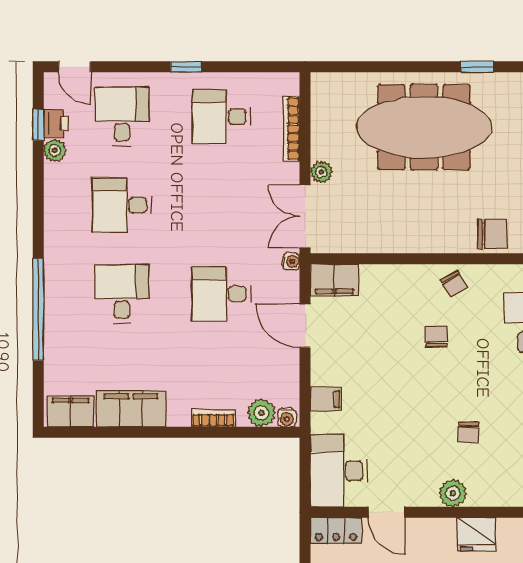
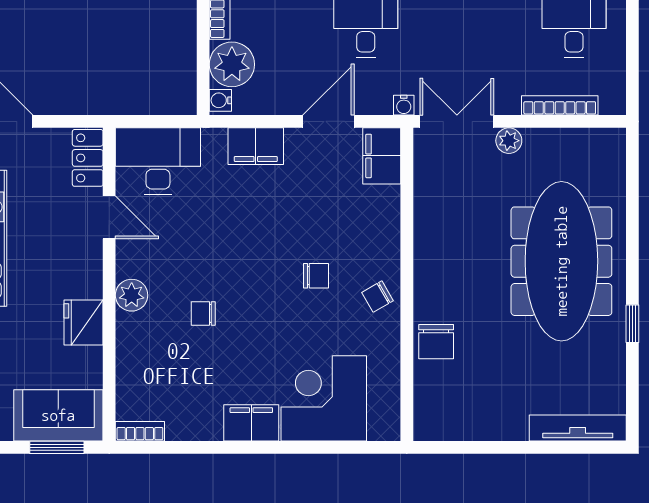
filing cabinet: (326, 399) -> (256, 146), width x2.00
plant: (261, 413) -> (232, 64), width x1.36, depth x1.36
door: (387, 512) -> (109, 217), swing flipped

